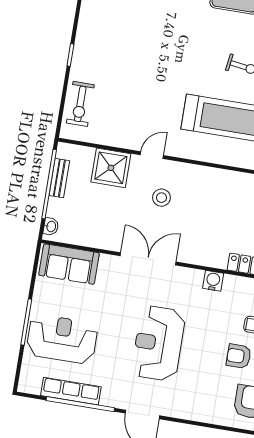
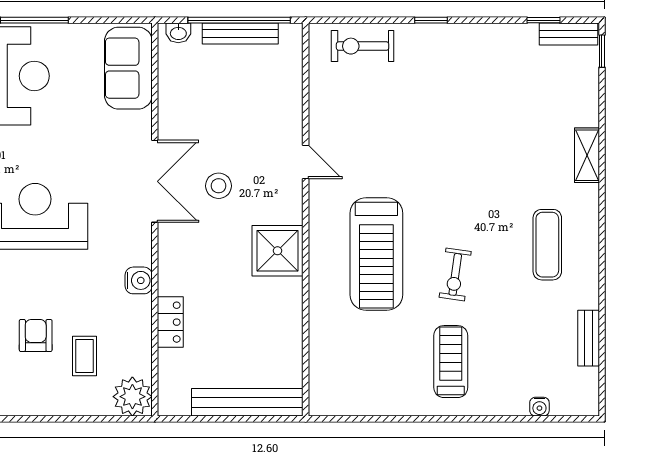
shower: (111, 168) -> (278, 251), moved
bench: (59, 178) -> (240, 33), width x1.36
stool: (161, 198) -> (219, 186), moved

